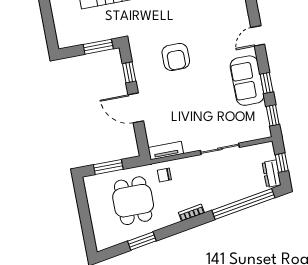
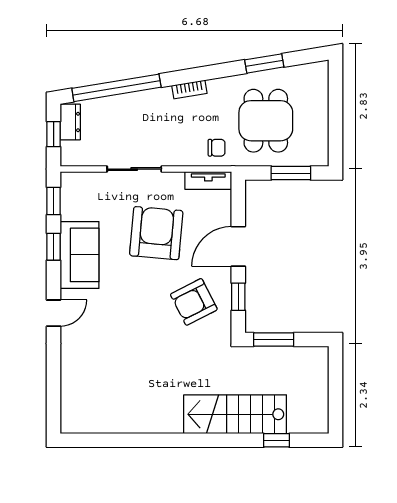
armchair: (176, 57) -> (194, 302), moved, turned -117
armchair: (196, 106) -> (156, 233), added
door: (136, 108) -> (238, 246), swing flipped

